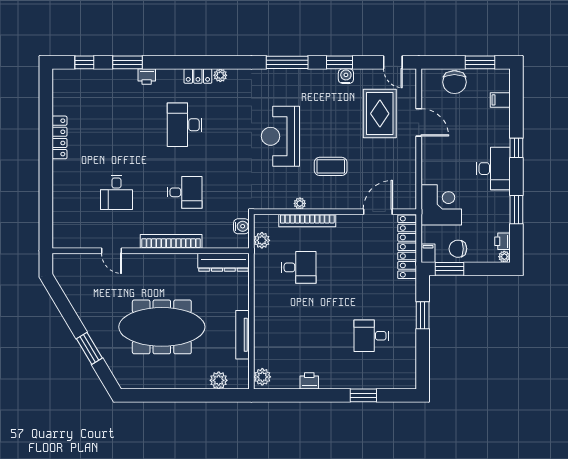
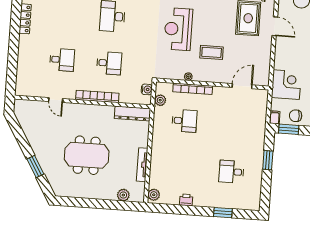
desk: (116, 192) -> (62, 60), turned -90
locker: (407, 247) -> (261, 112), removed
meeting table: (162, 327) -> (87, 155), width x0.73

